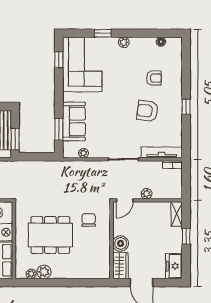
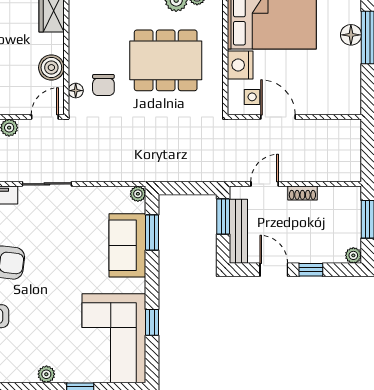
window: (59, 60) -> (152, 322), moved
plant: (83, 153) -> (138, 194), moved
floor lamp: (106, 216) -> (76, 91), added
boiler: (121, 243) -> (51, 68), moved

